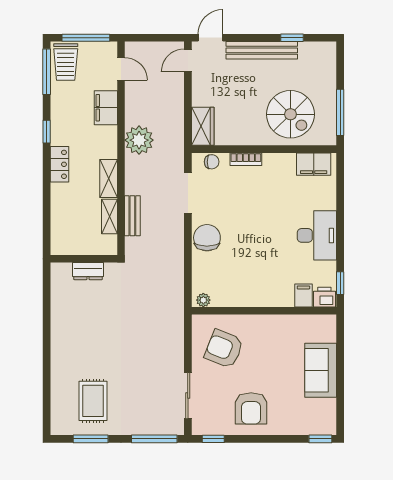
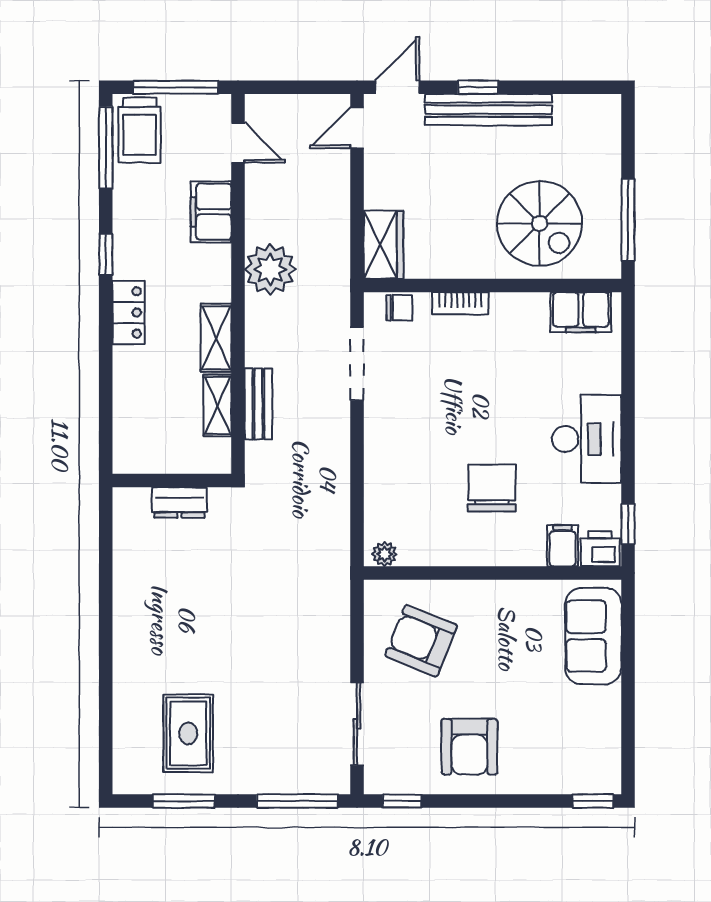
window: (292, 38) -> (478, 87), moved
chair: (207, 238) -> (492, 488), moved
sofa: (321, 370) -> (593, 636), moved

